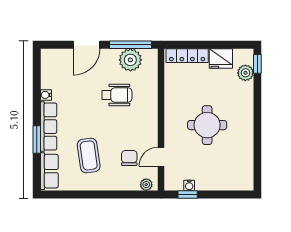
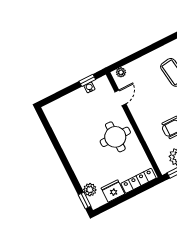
round table: (207, 125) -> (115, 137), moved
chair: (129, 158) -> (143, 85), removed

